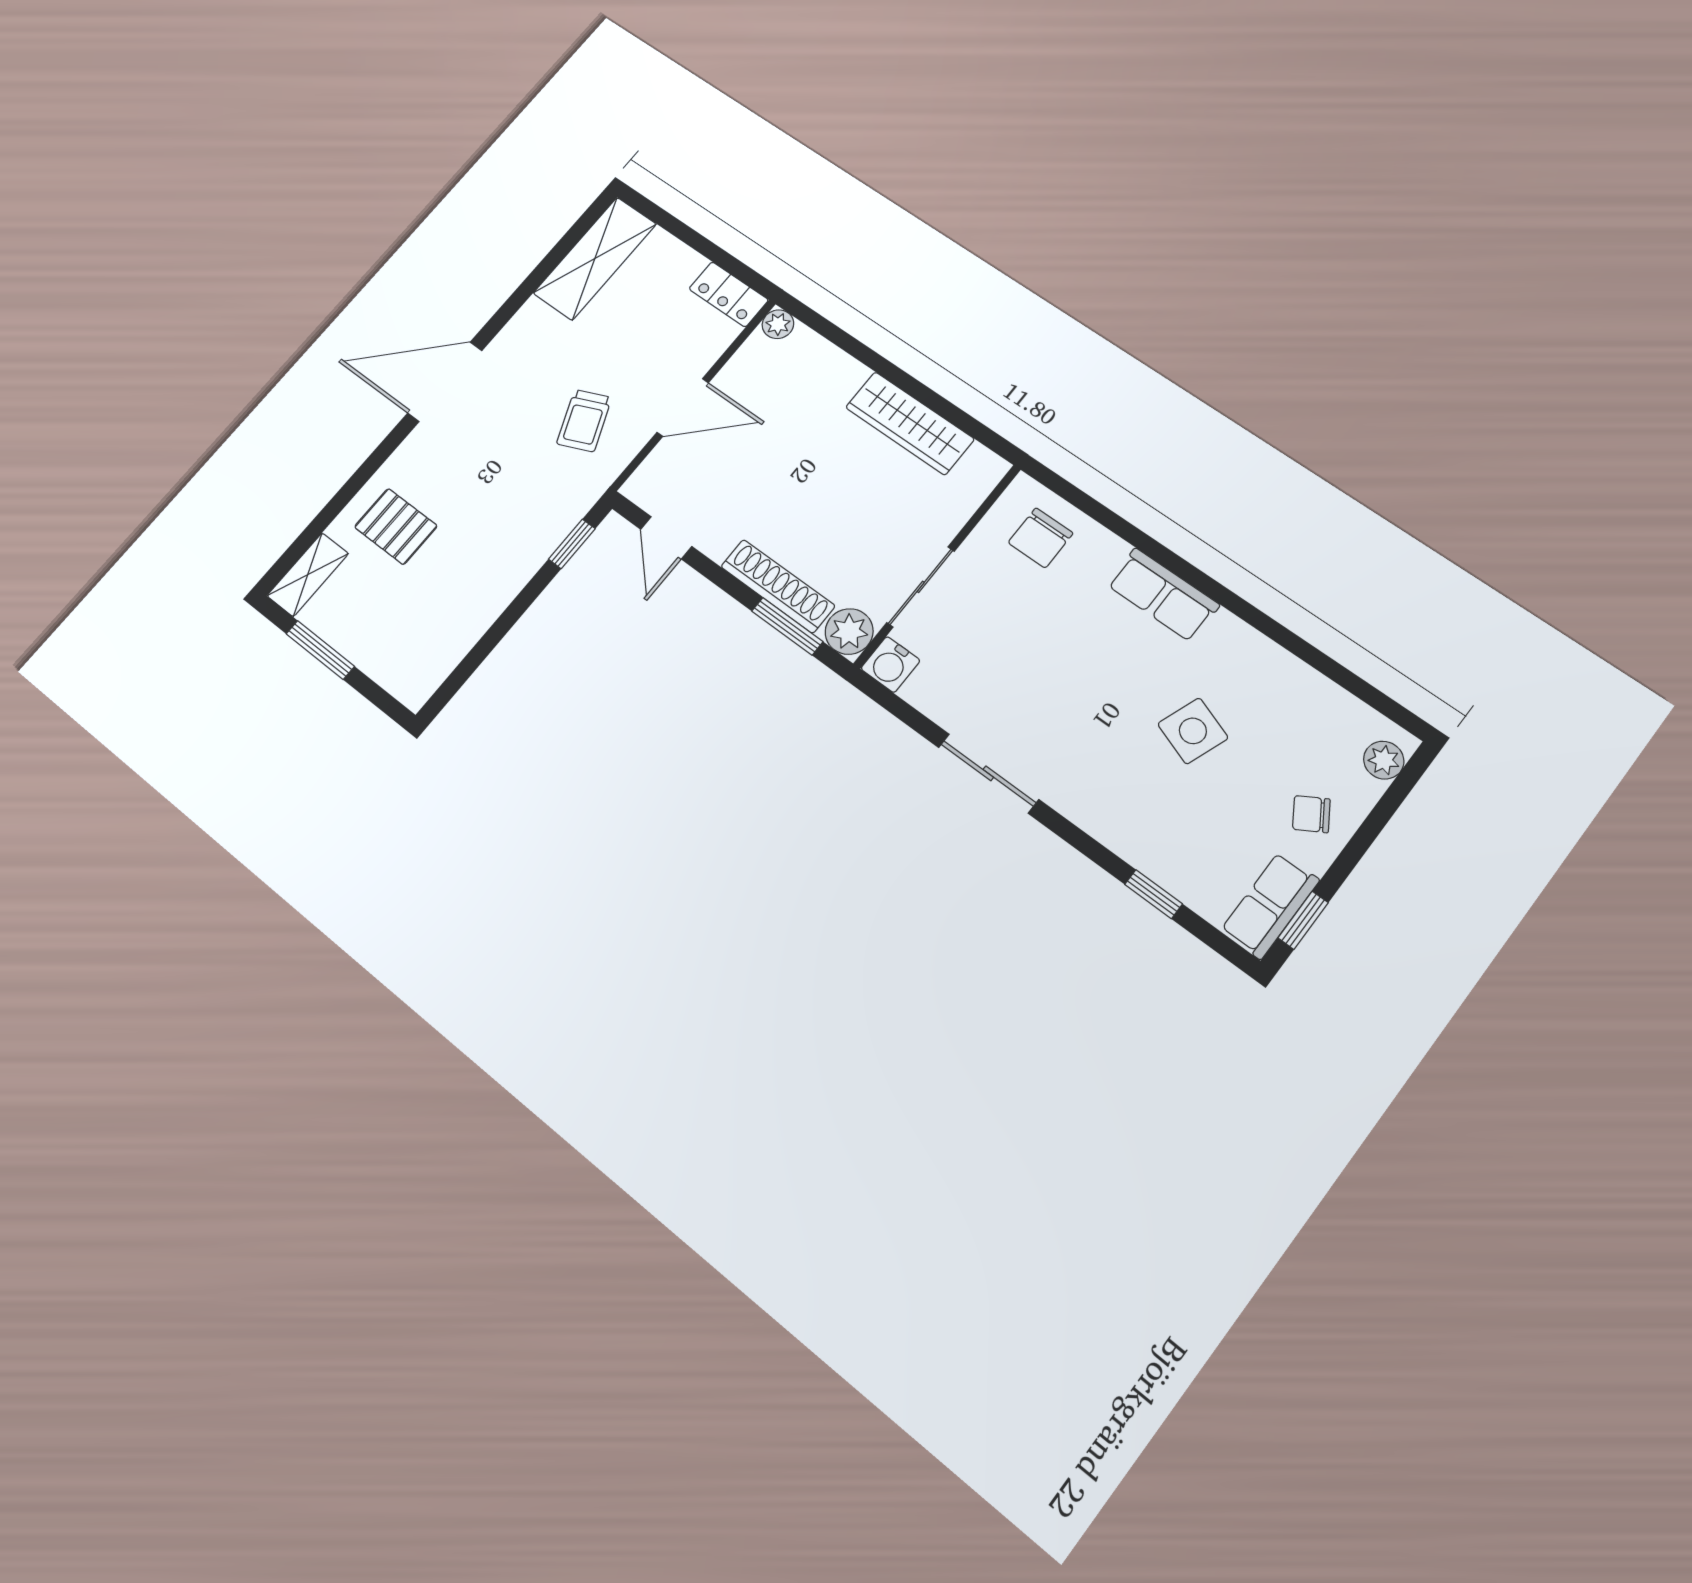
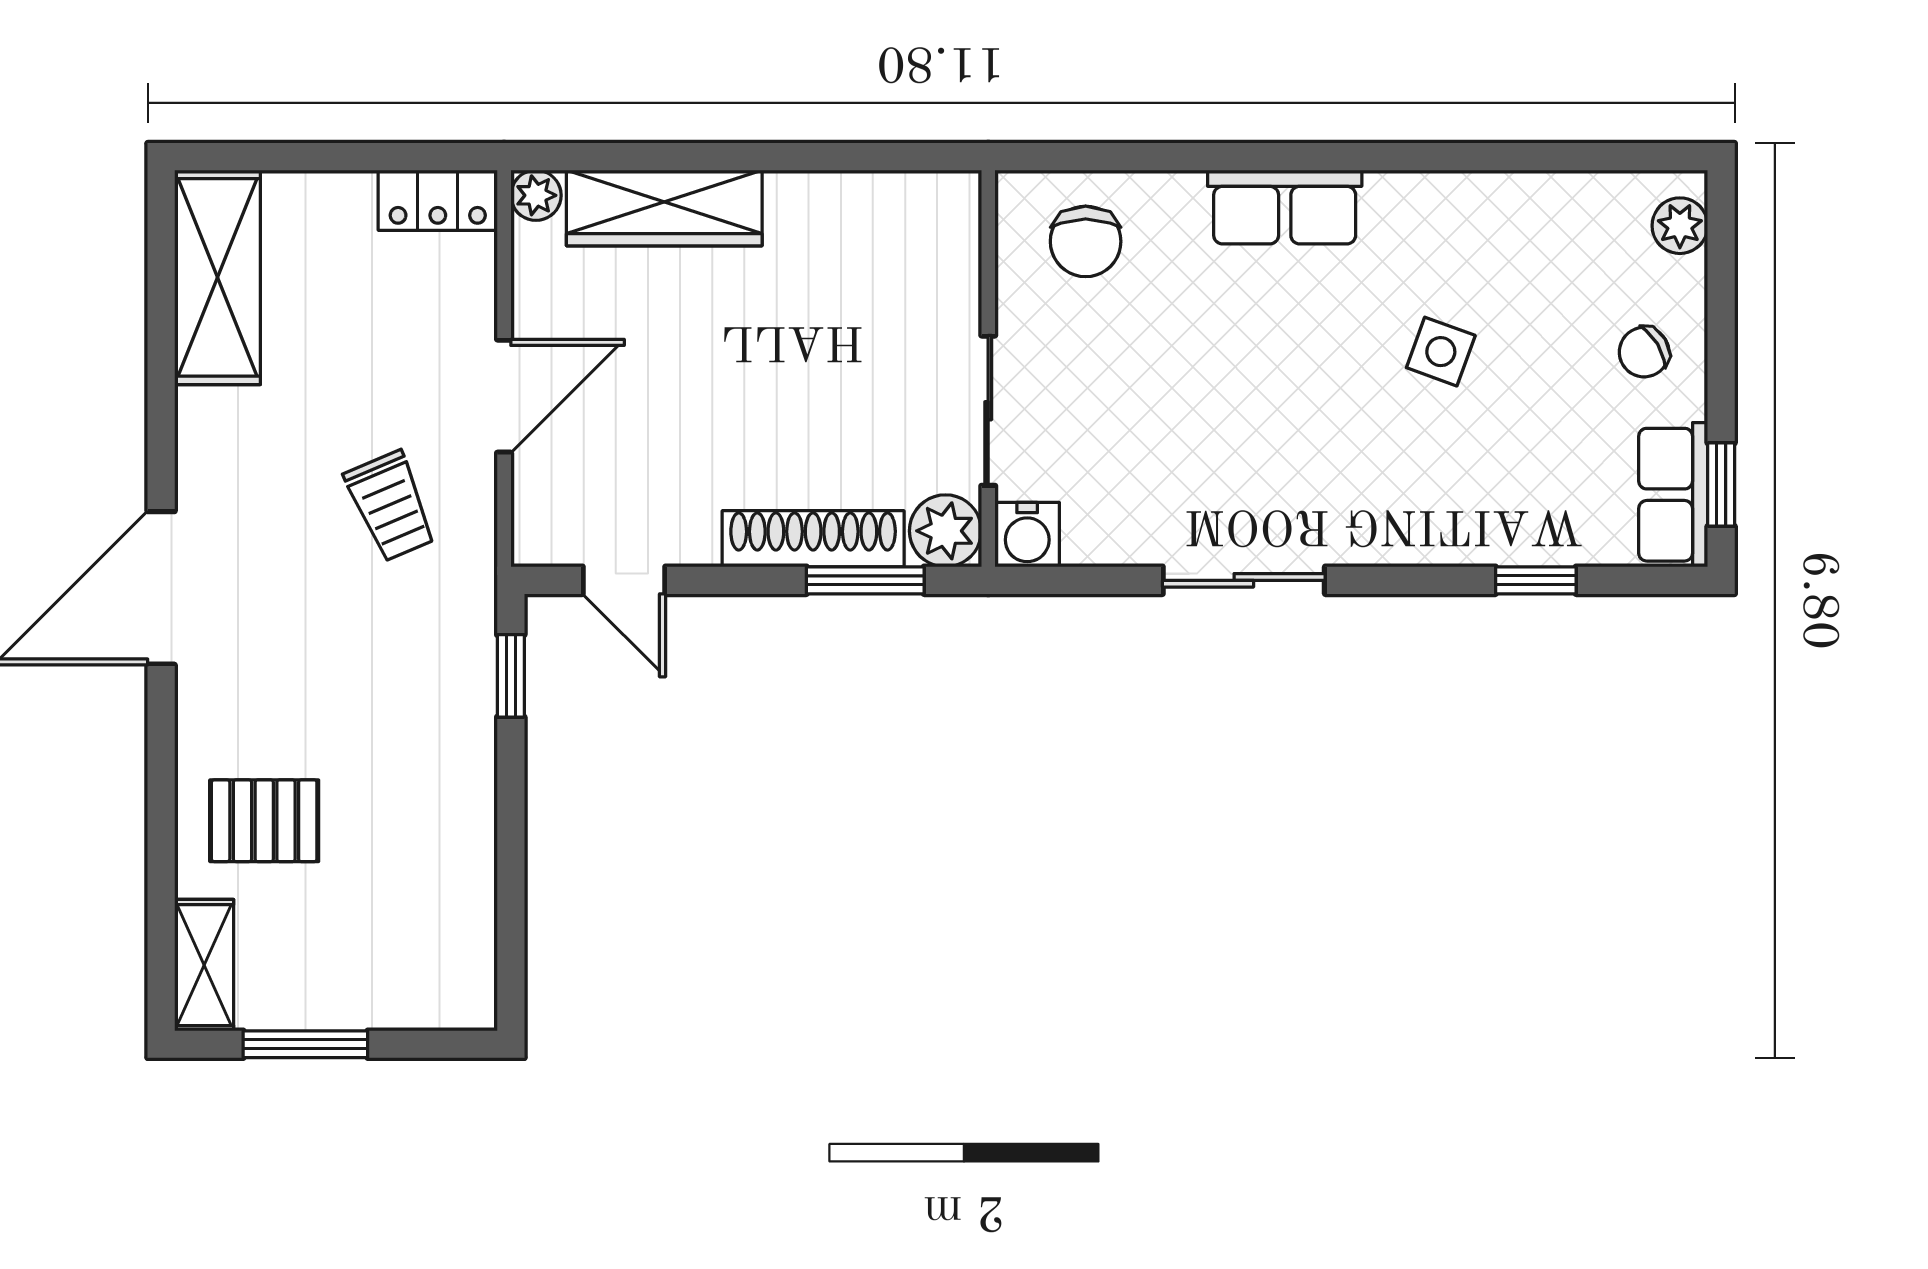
wardrobe: (910, 423) -> (664, 208), moved
side table: (1193, 731) -> (1441, 352), width x0.73, depth x0.73

